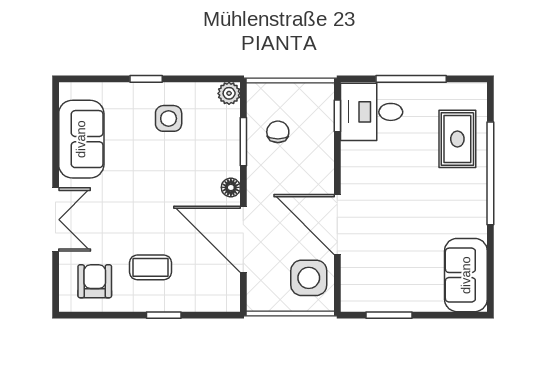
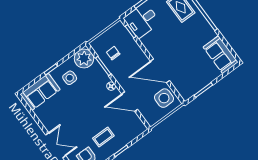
plant: (229, 93) -> (84, 58), width x1.87, depth x1.87
sofa: (81, 139) -> (40, 92), moved, turned 90
door: (243, 239) -> (130, 102), width x0.73

